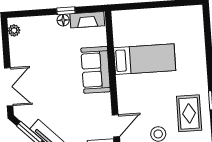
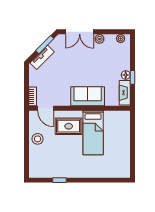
plant: (17, 59) -> (99, 39), added
rug: (189, 113) -> (69, 126), moved

